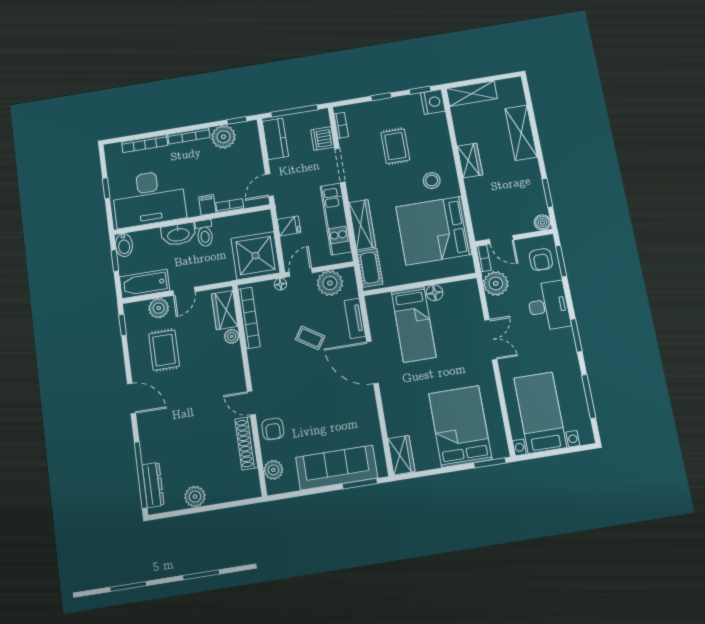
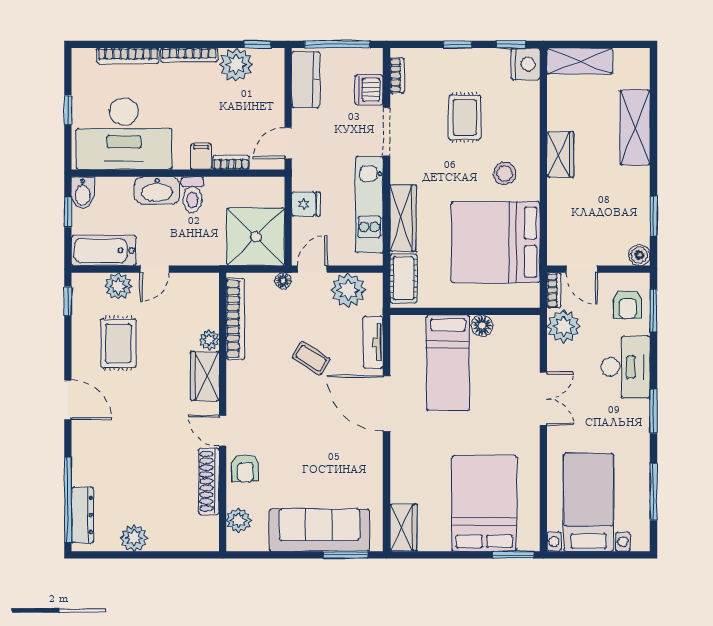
wardrobe: (225, 310) -> (205, 376), moved

